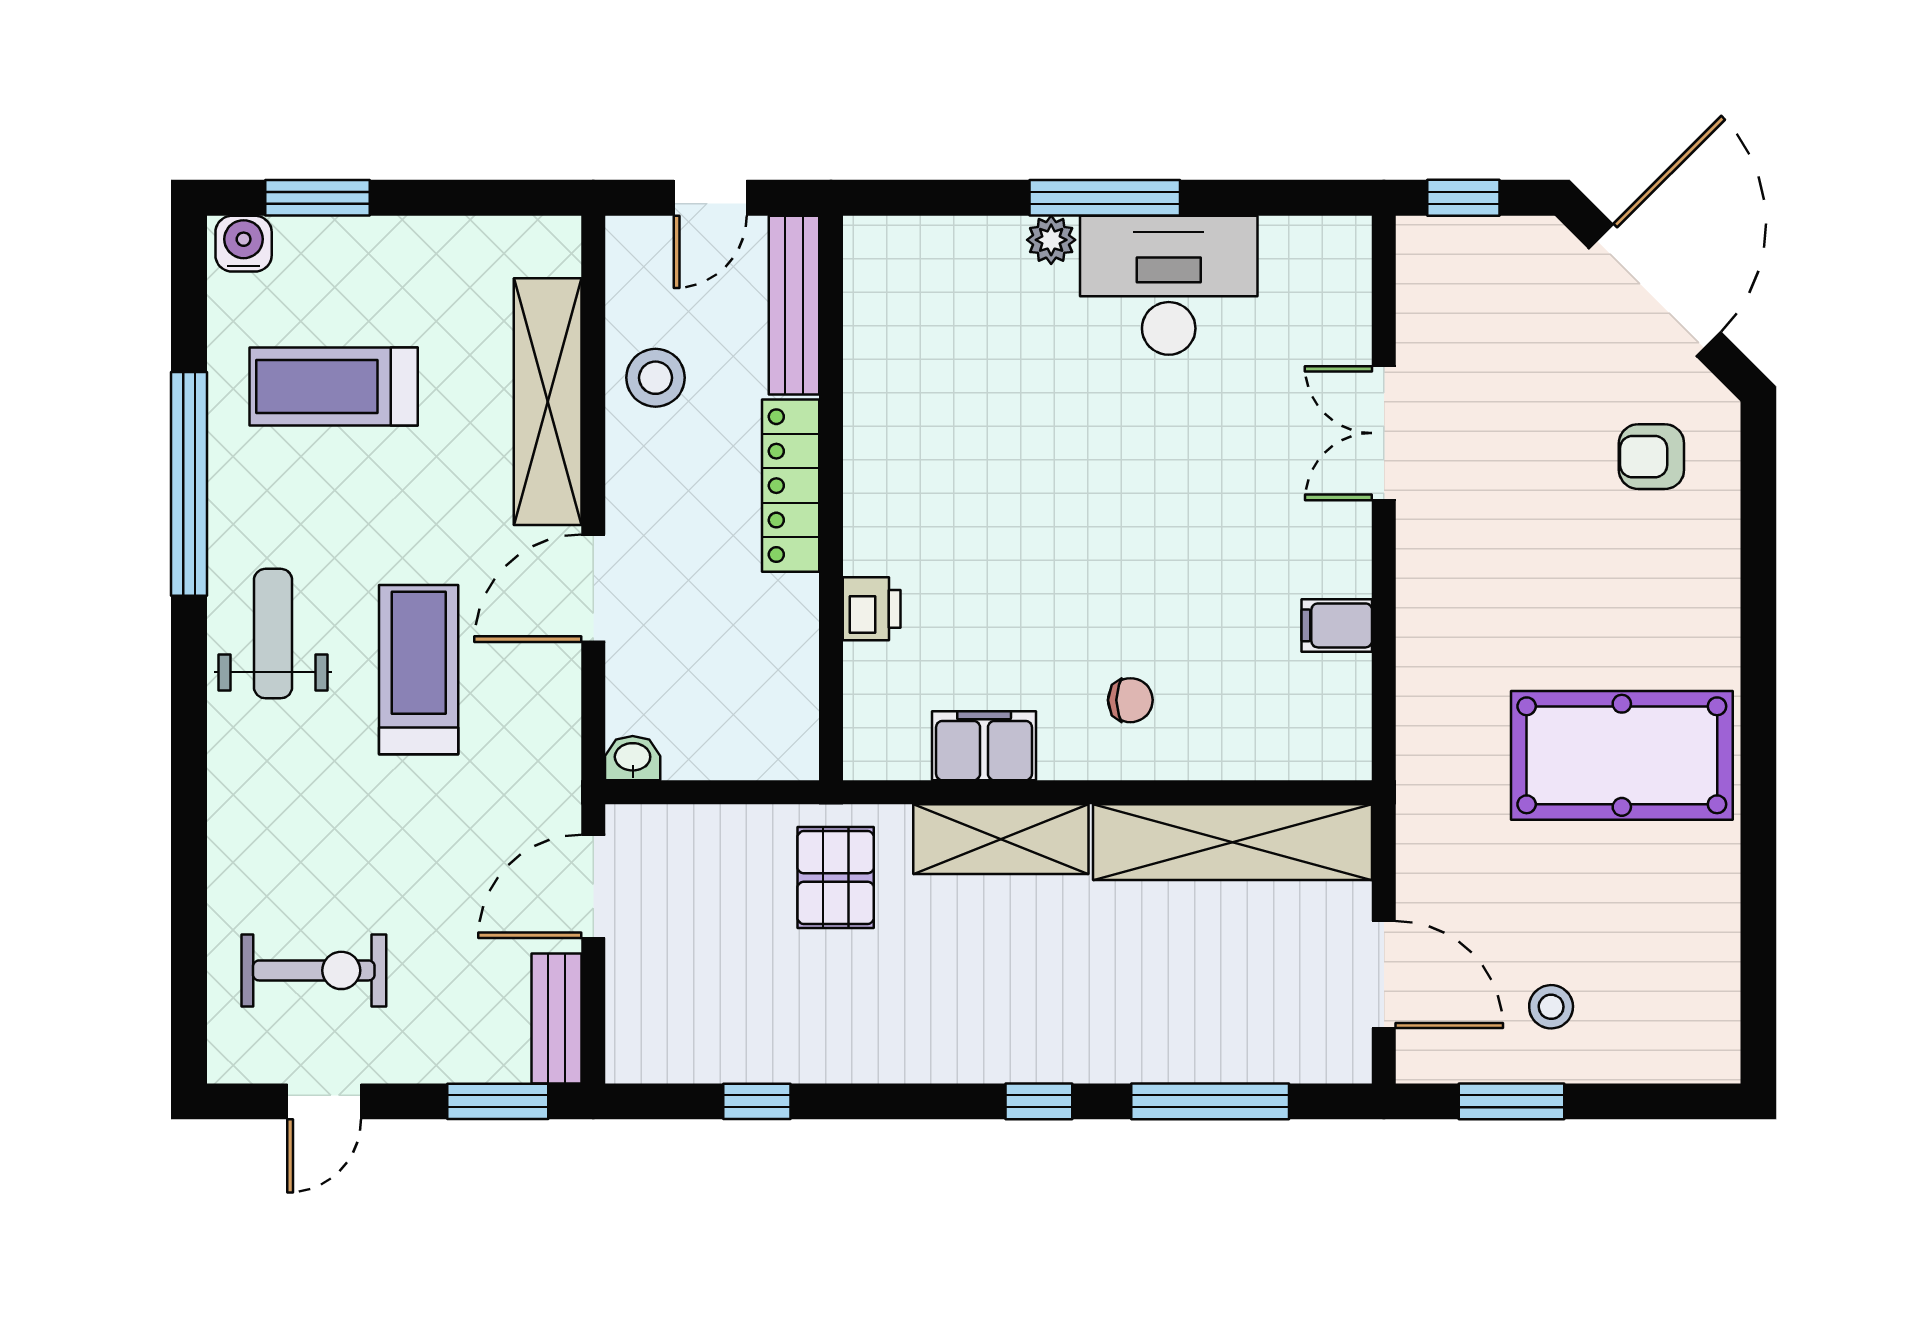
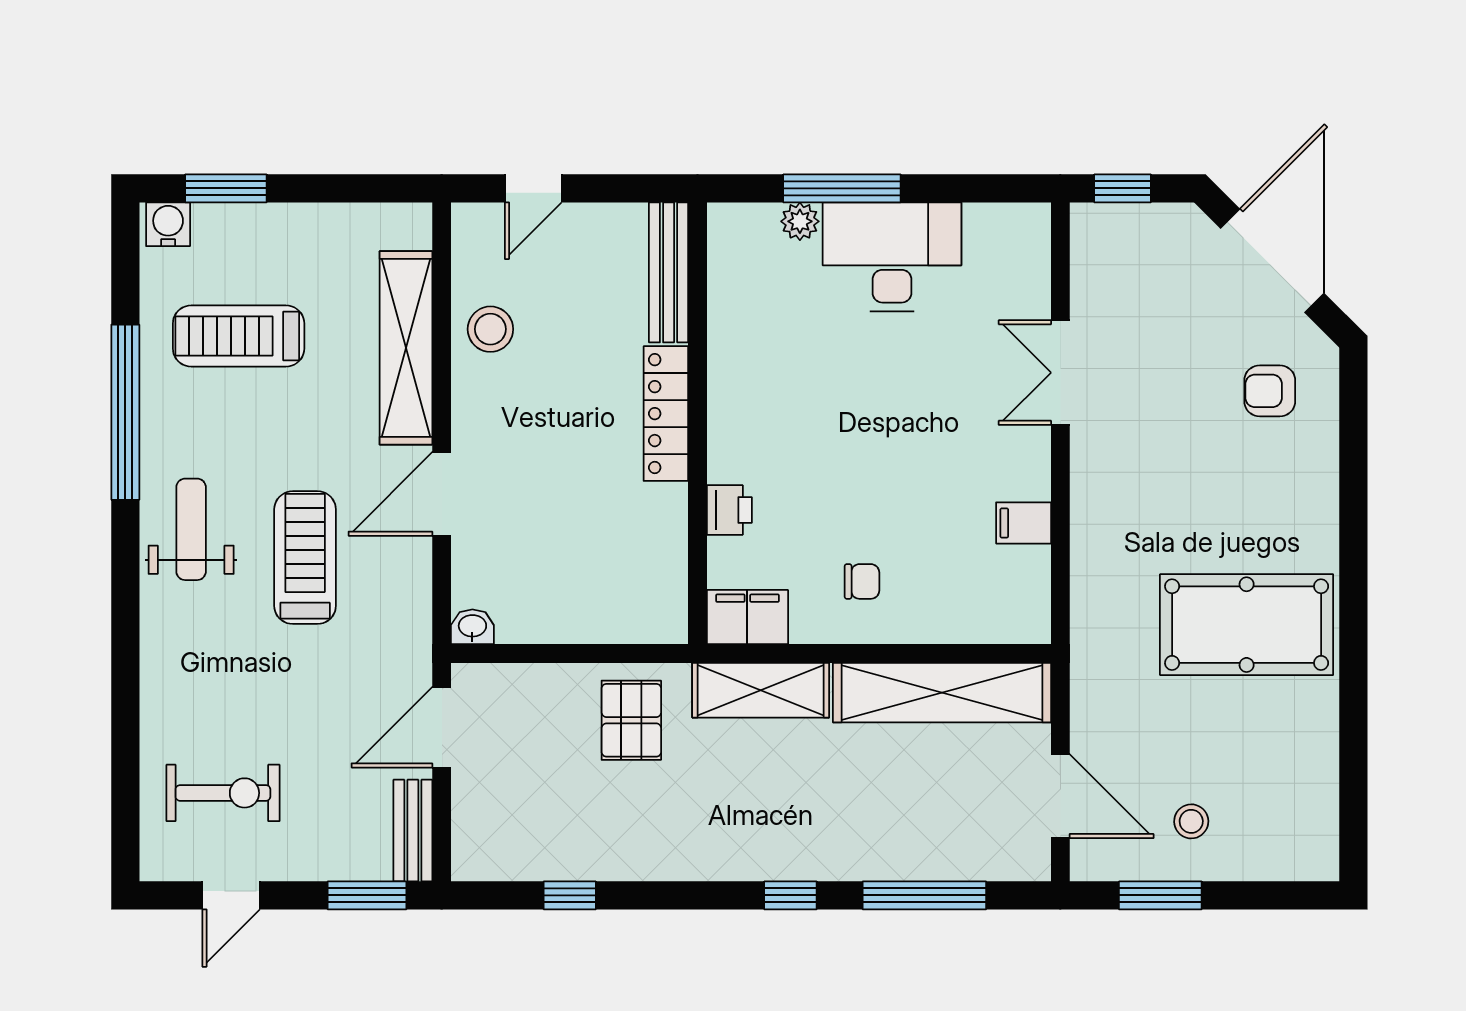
bench: (794, 305) -> (669, 272), moved
locker: (791, 486) -> (666, 414), moved
wall: (831, 498) -> (697, 423), moved
printer: (872, 609) -> (729, 510), moved

